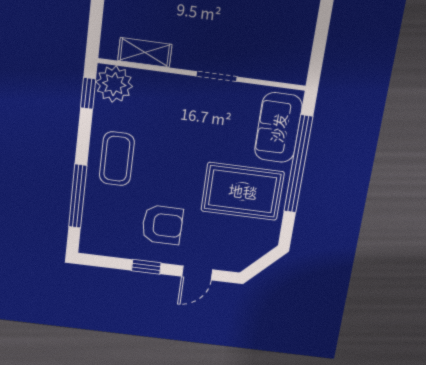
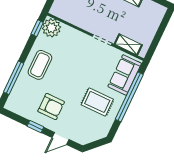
shelving: (145, 52) -> (128, 44), moved
rug: (243, 191) -> (97, 102), width x0.73, depth x0.70

